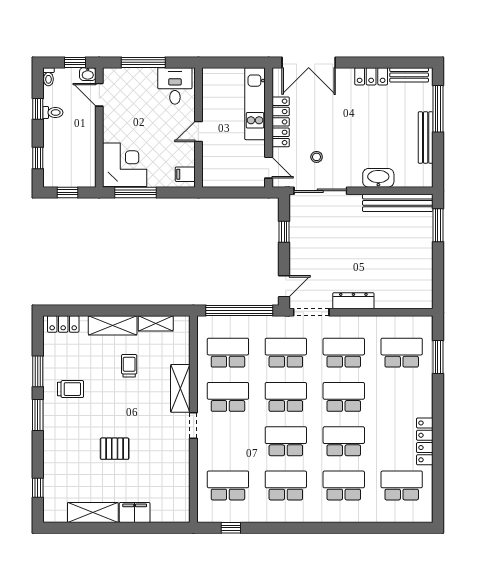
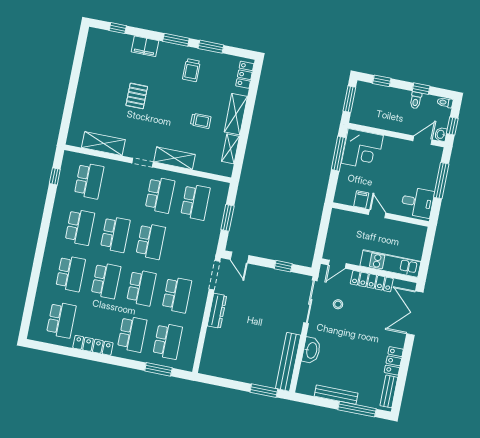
filing cabinet: (185, 174) -> (361, 200), moved
window: (67, 192) -> (349, 99), width x1.50
window: (239, 310) -> (227, 218), width x0.47
school desk: (286, 353) -> (132, 334), moved
shelving: (93, 512) -> (103, 144), moved, turned 90
filing cabinet: (135, 512) -> (145, 46), moved, turned 90

